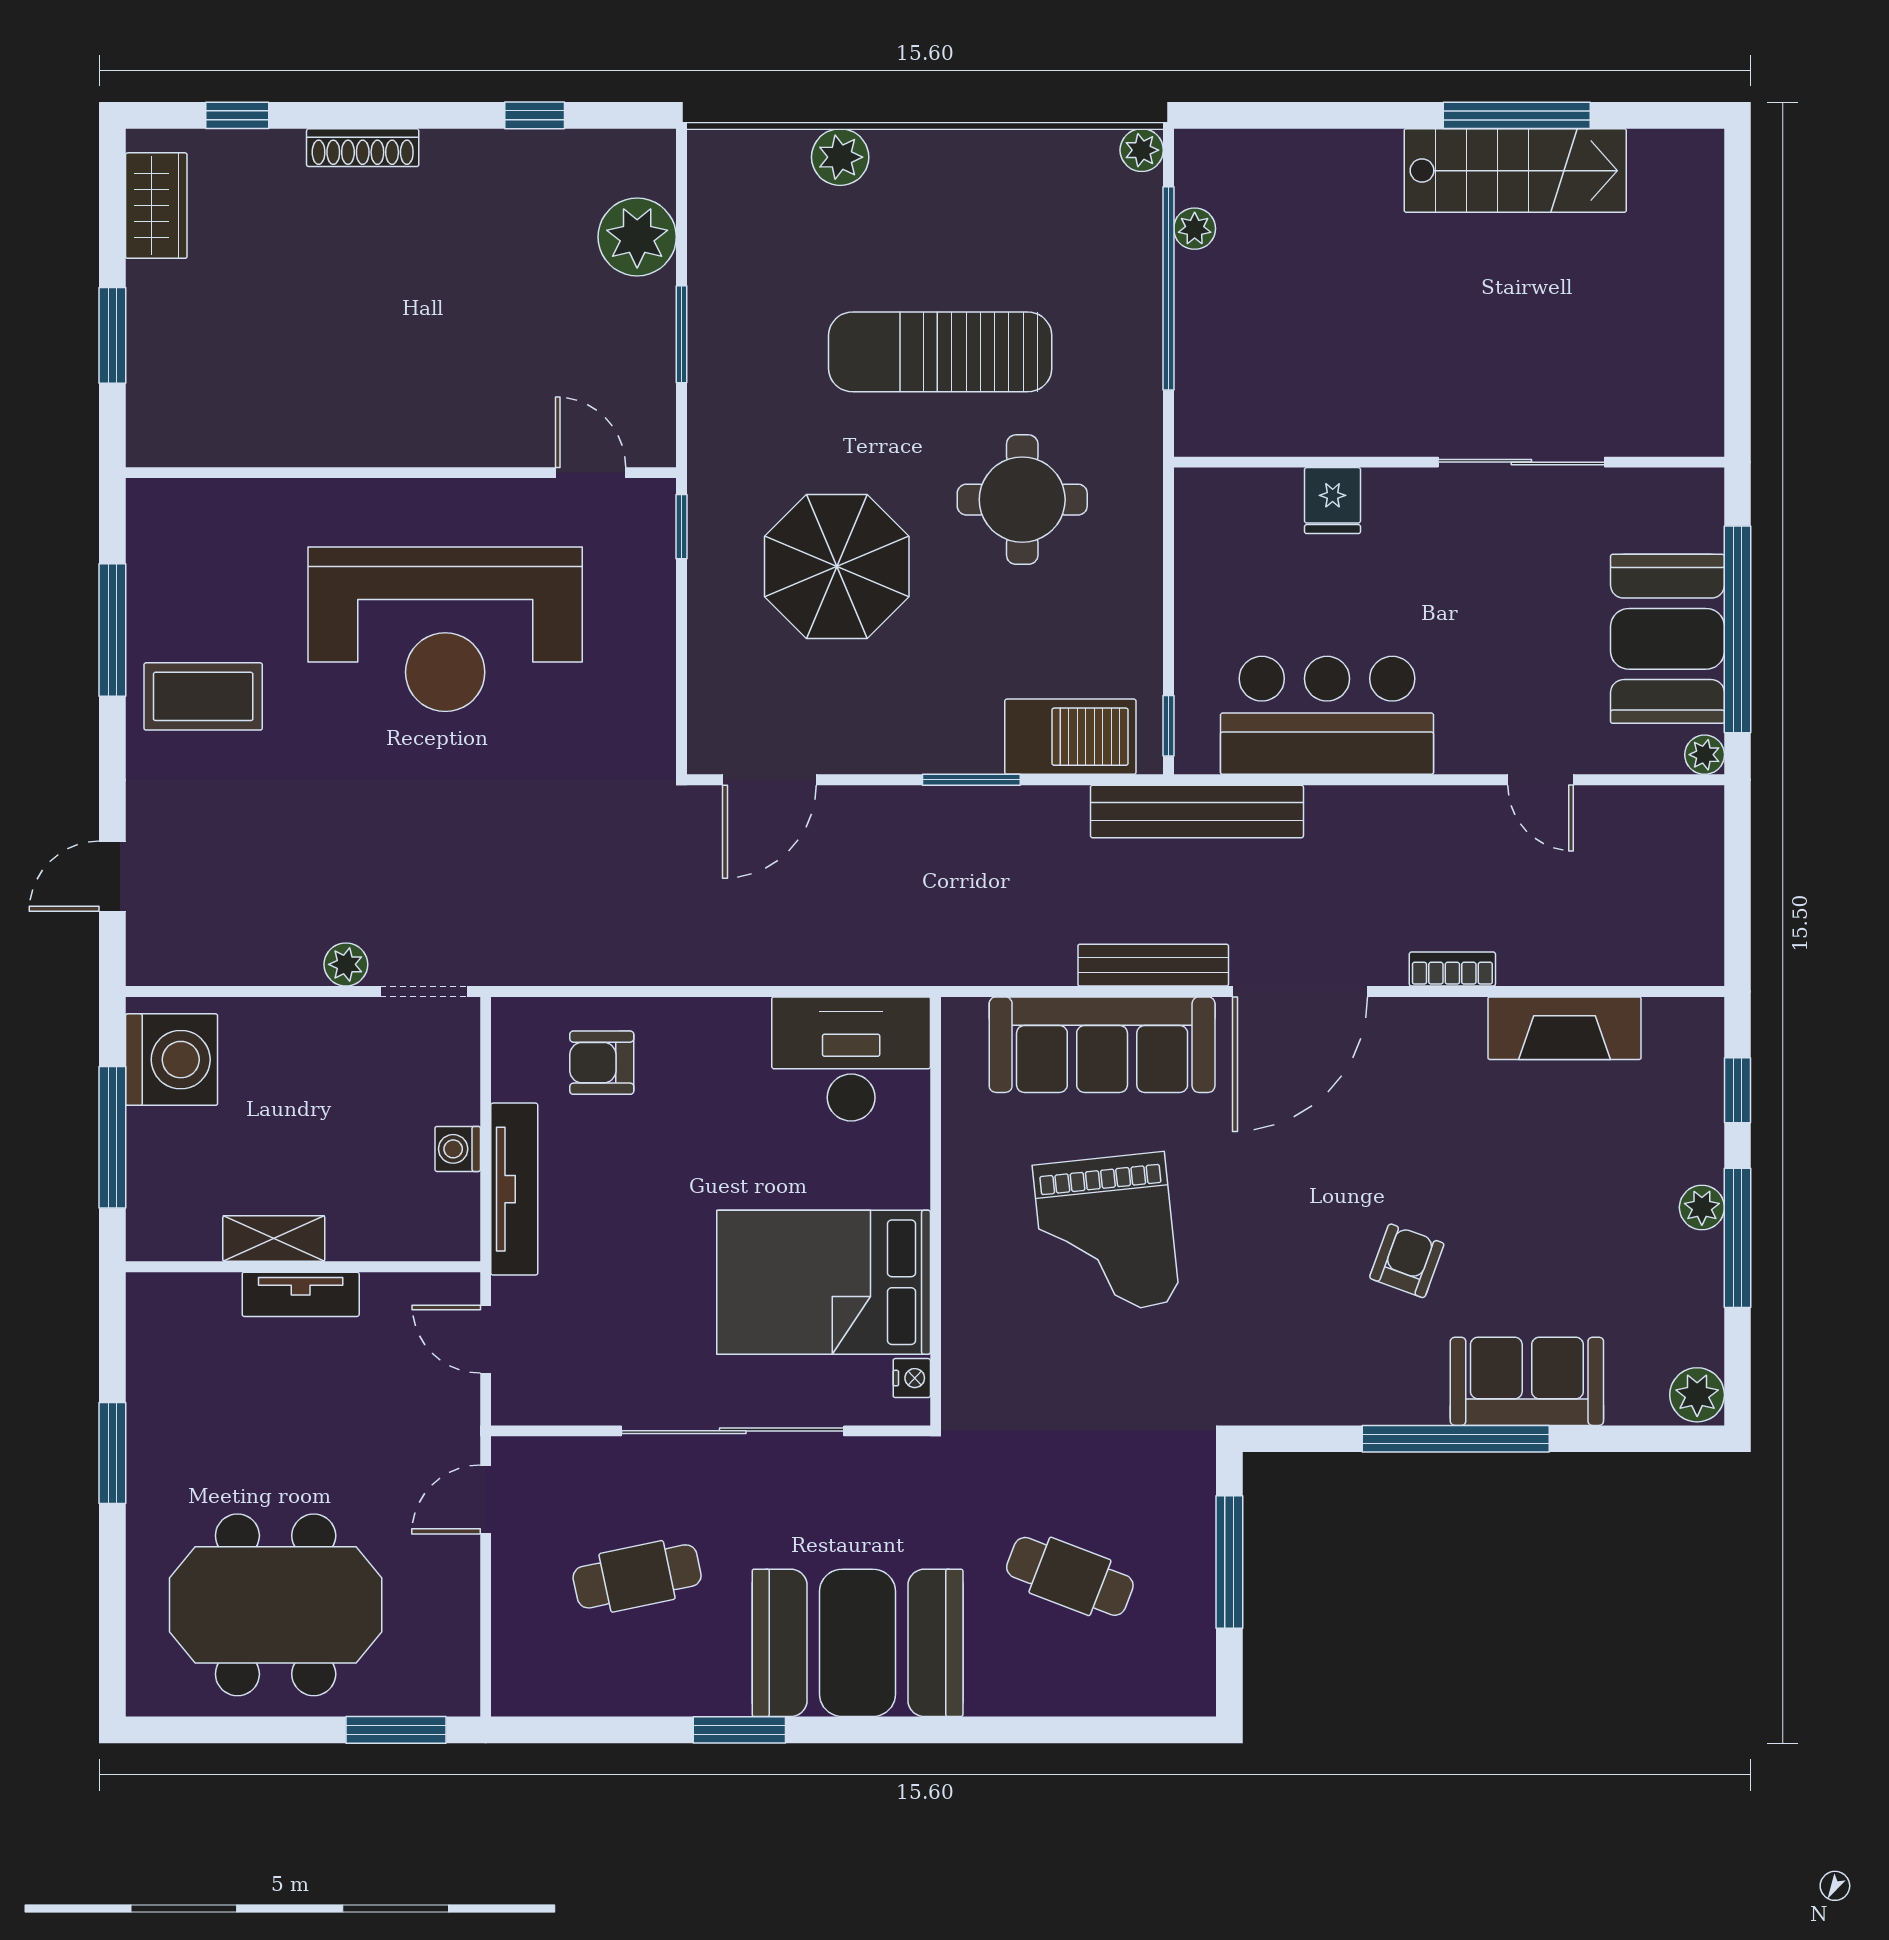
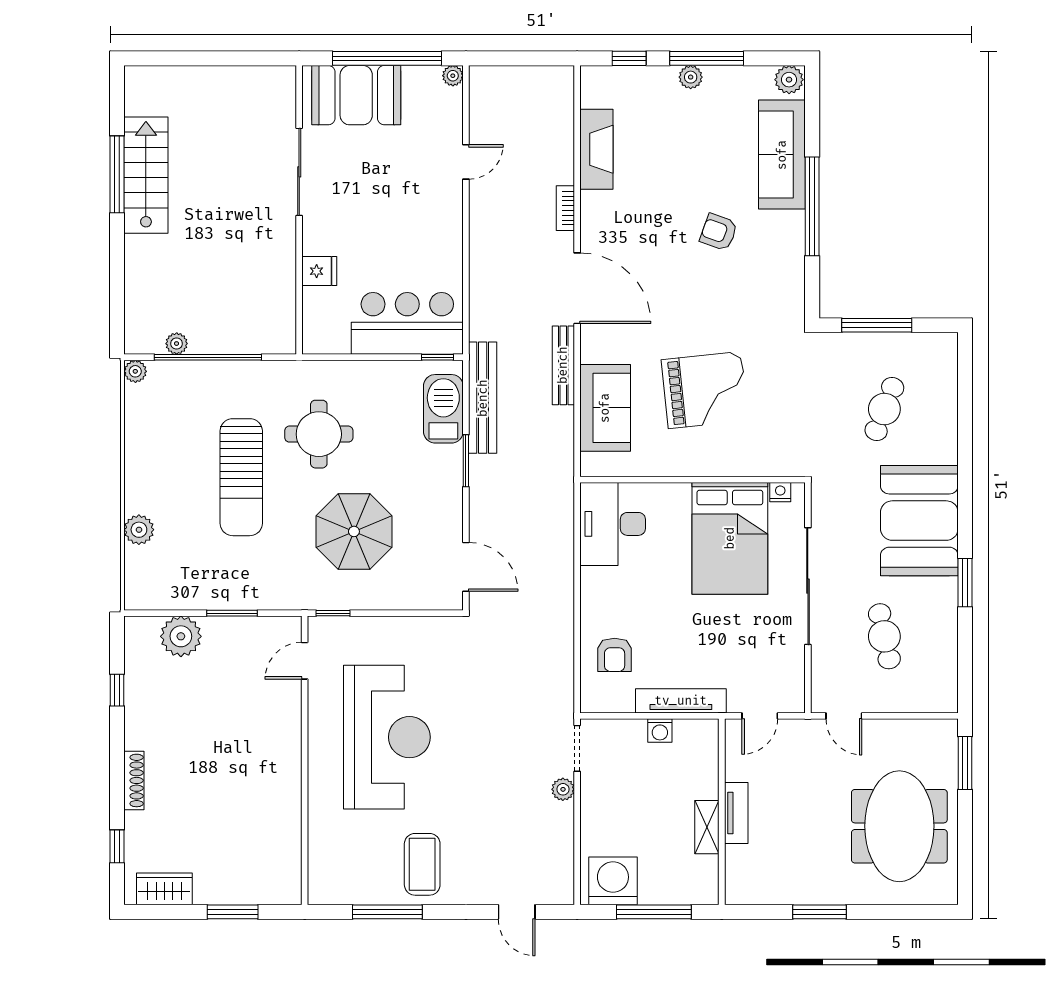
booth: (1667, 639) -> (356, 95), moved
bar counter: (1327, 715) -> (407, 323), moved, turned 90
bench: (1197, 811) -> (483, 398), moved
sofa: (1102, 1045) -> (605, 408), width x0.73
sofa: (1527, 1381) -> (782, 155), width x1.36

